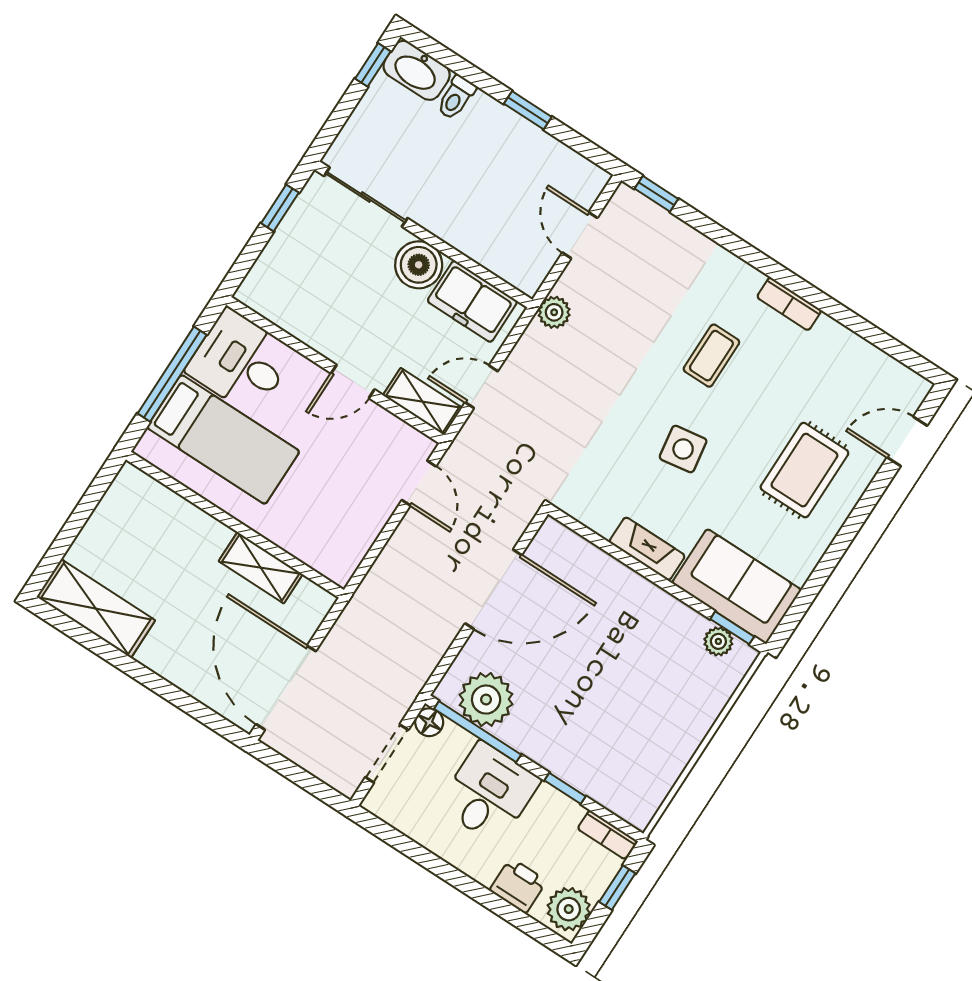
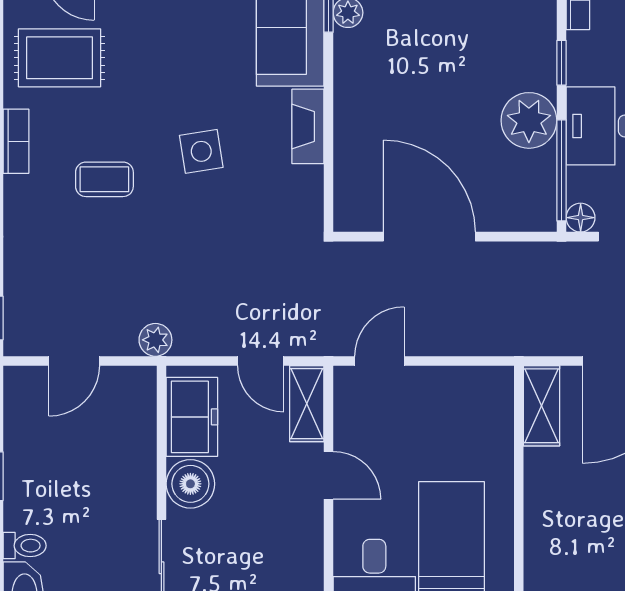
rug: (804, 470) -> (60, 58), moved
shelving: (261, 568) -> (541, 406), moved
plant: (486, 700) -> (529, 120), moved

